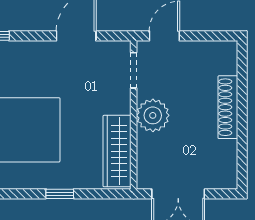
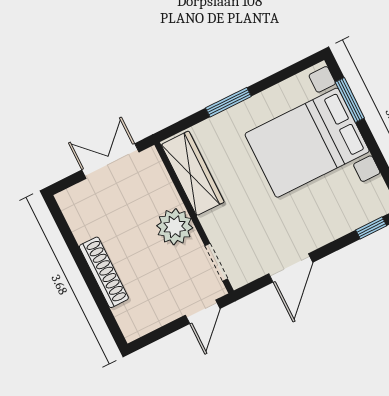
window: (60, 194) -> (228, 102), width x1.50

